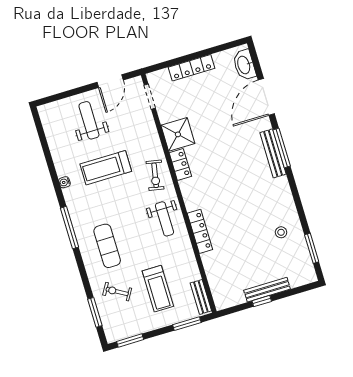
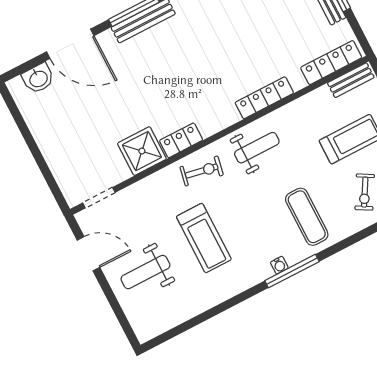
washbasin: (244, 65) -> (38, 78), width x0.72
locker: (192, 68) -> (331, 63), moved, turned -90
water cooler: (64, 182) -> (279, 265), moved
exercise mat: (107, 246) -> (307, 217), turned 90

